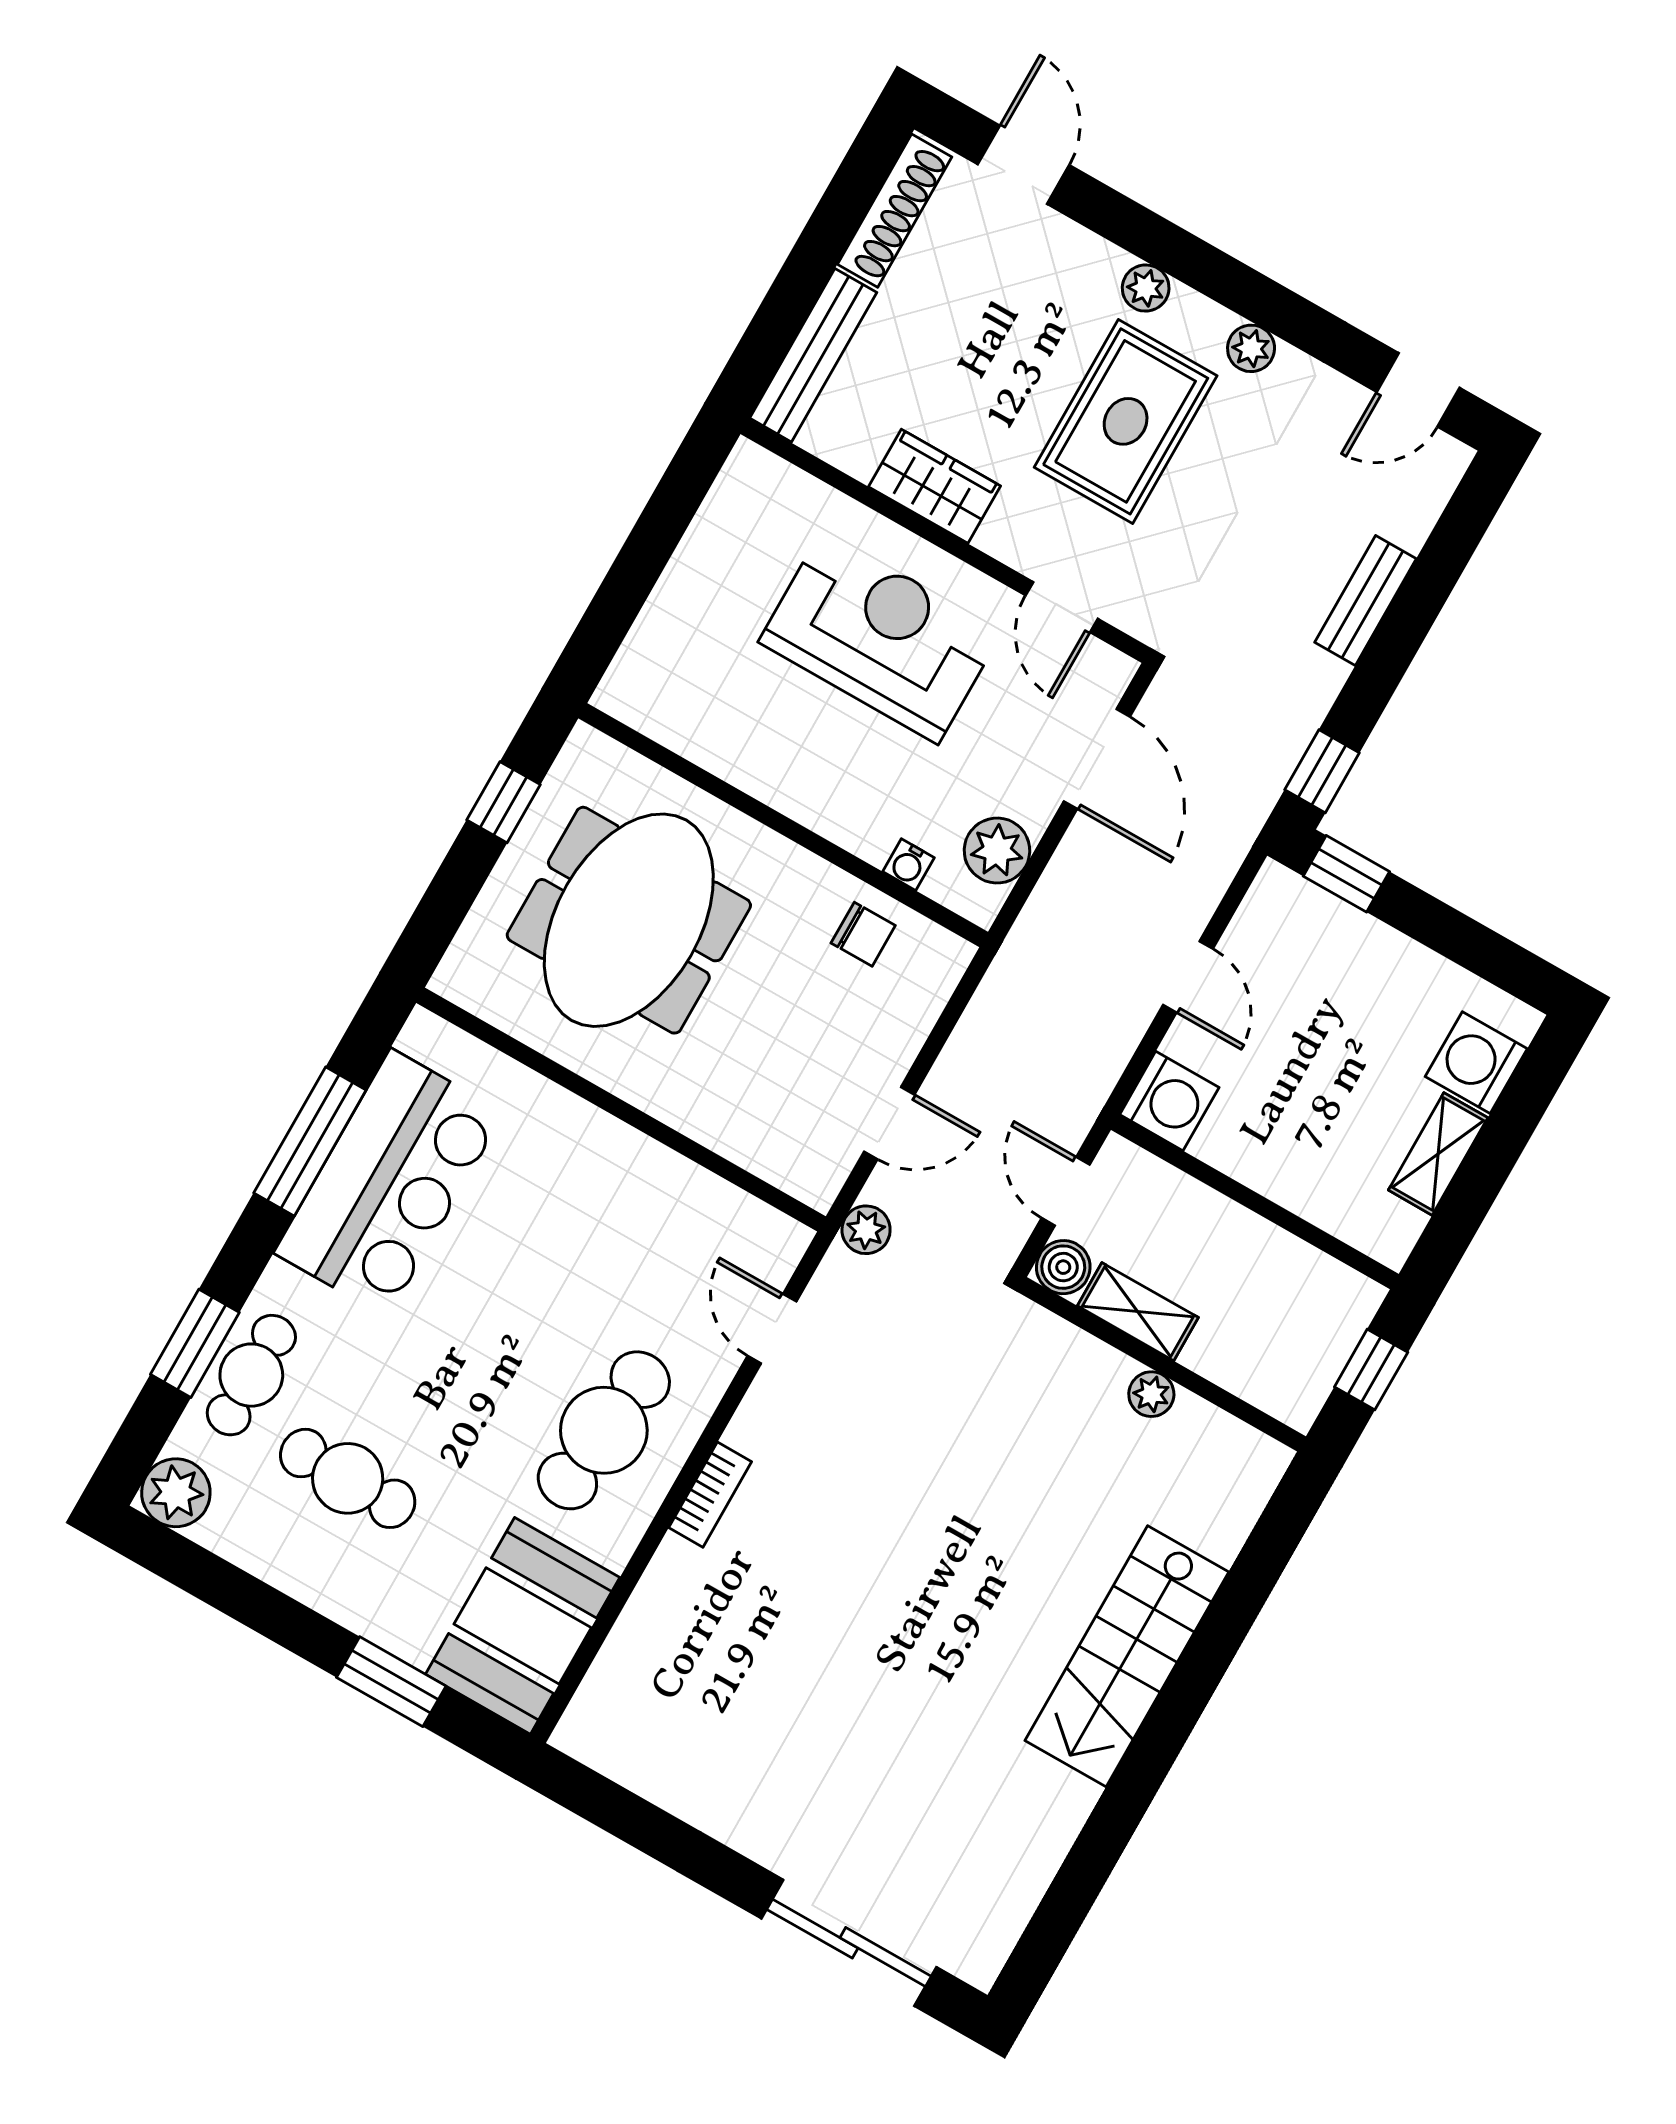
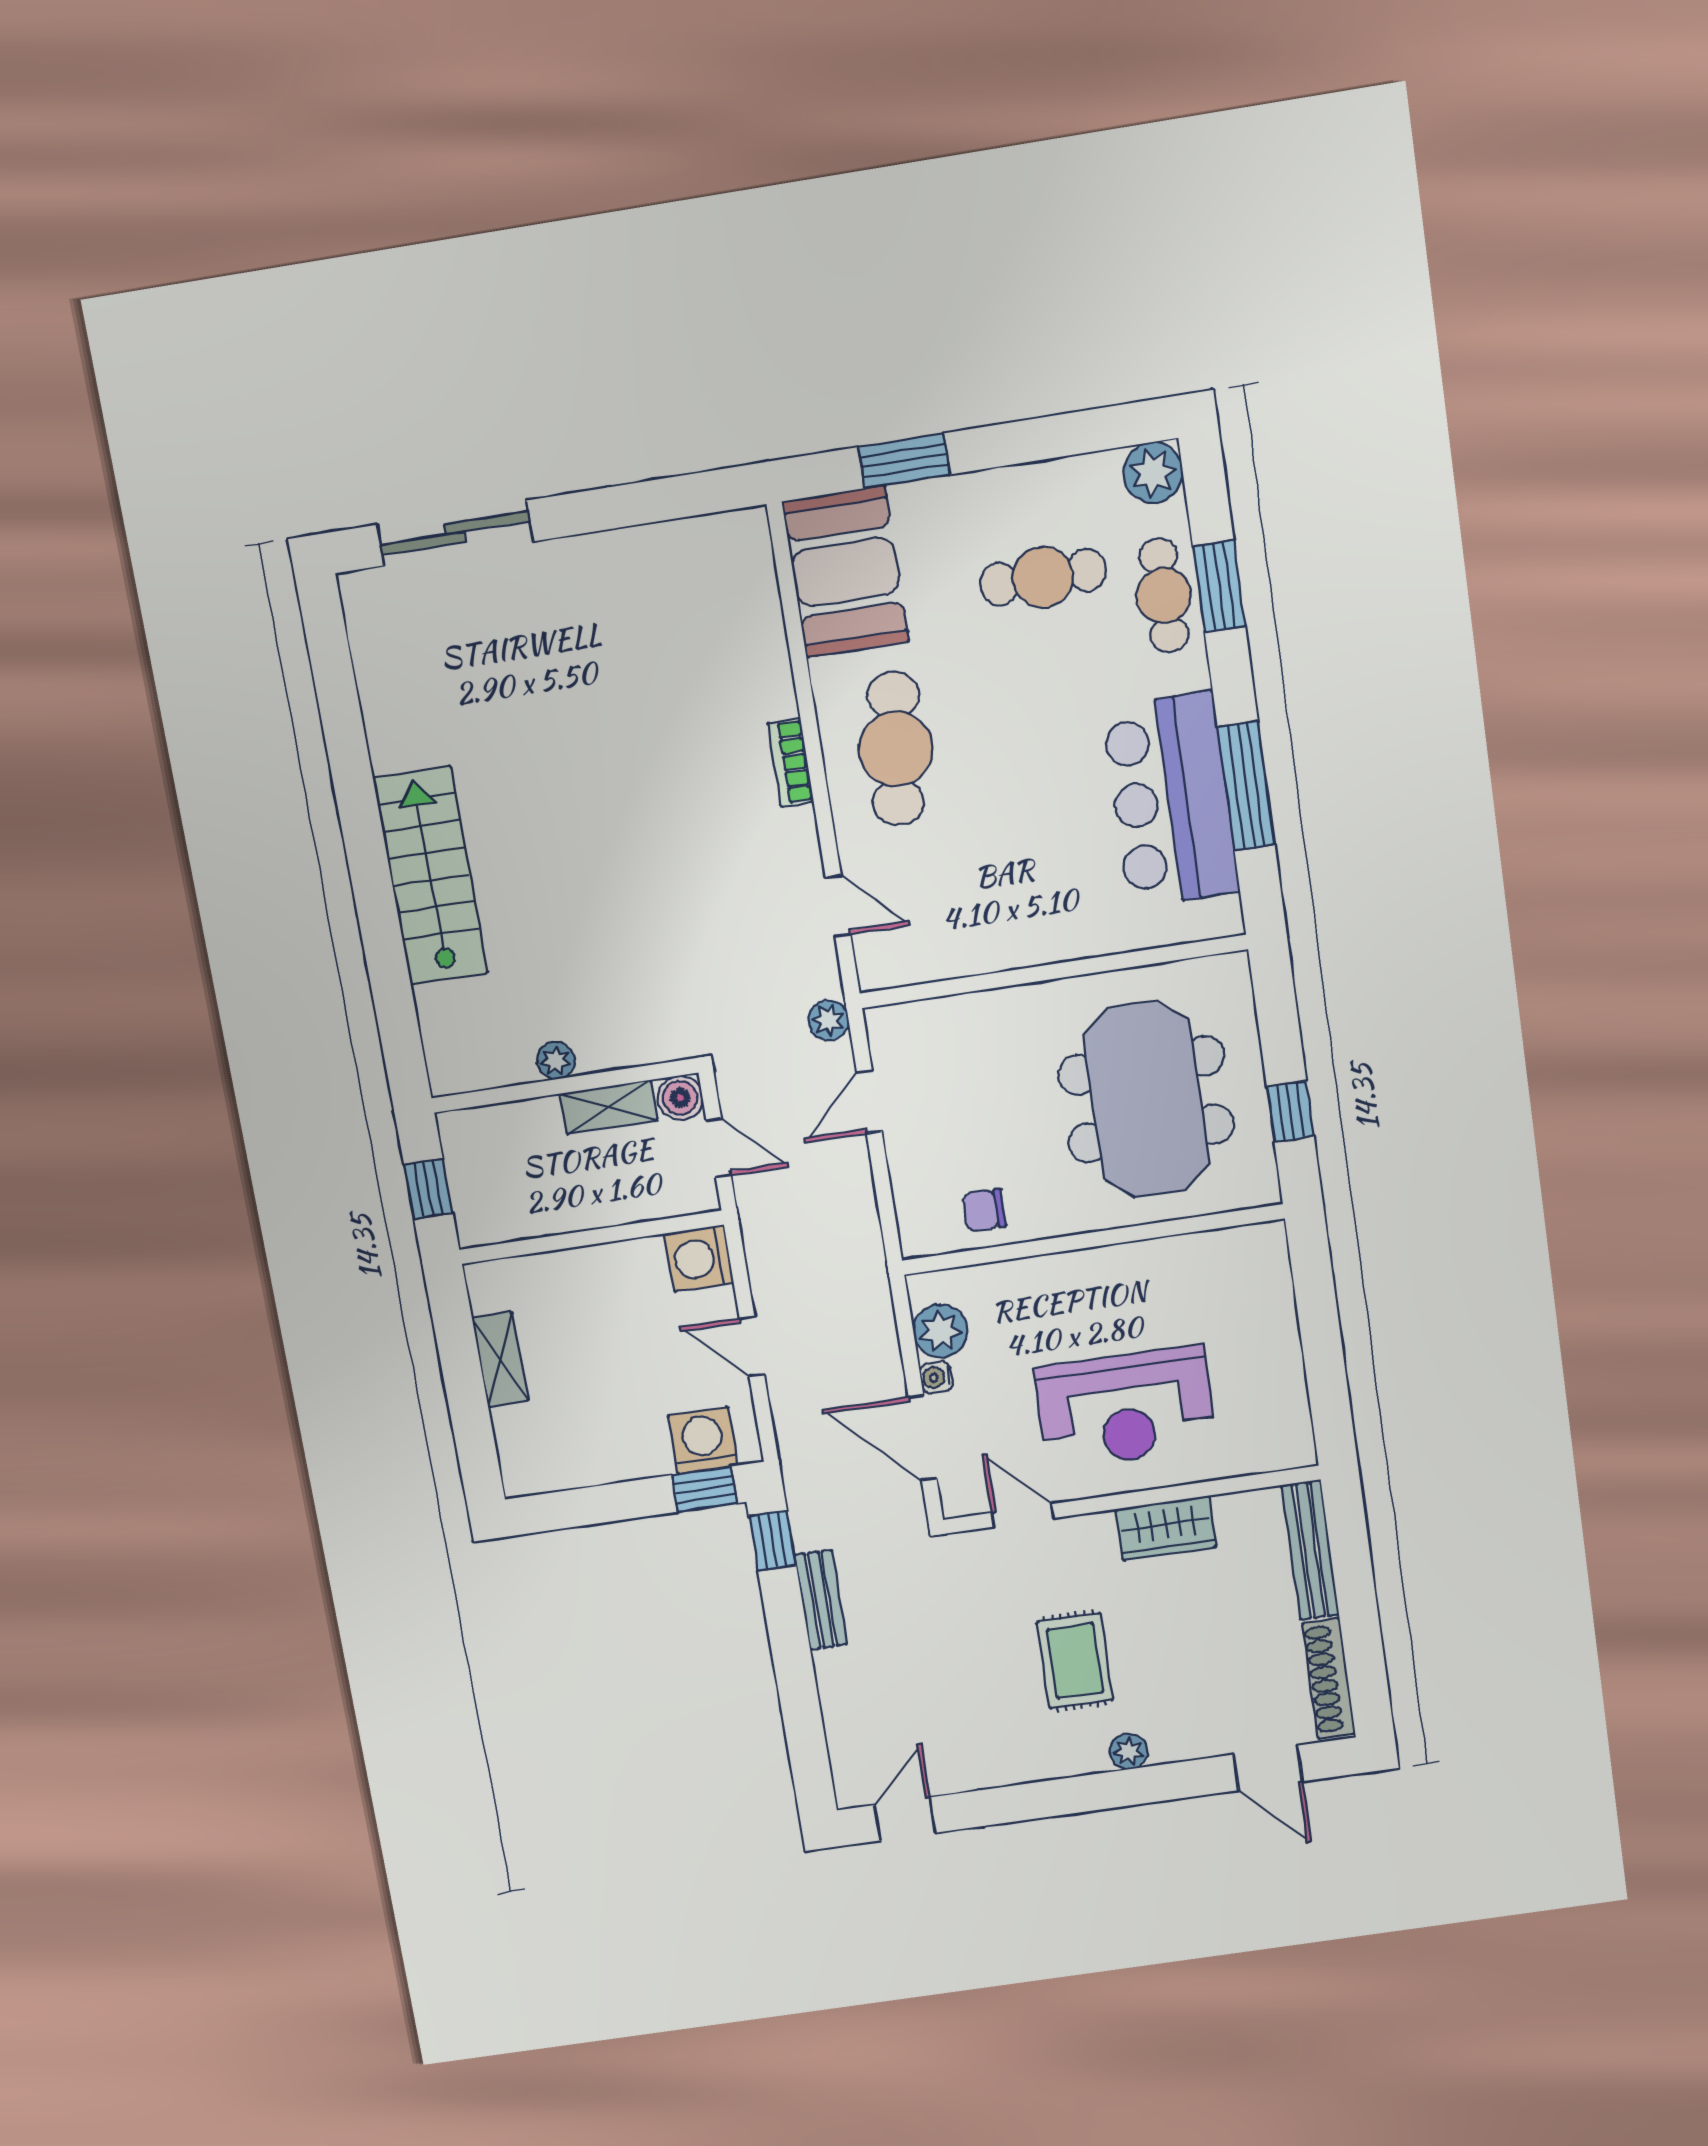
plant: (1251, 348) -> (1031, 1765), removed
rug: (1126, 421) -> (1075, 1661), width x0.73, depth x0.70
bench: (1365, 601) -> (821, 1600), moved
water cooler: (908, 865) -> (936, 1377), moved, turned -90
washing machine: (1476, 1063) -> (703, 1441), moved, turned -90

